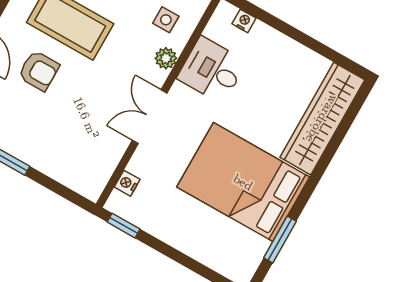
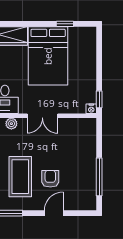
nightstand: (127, 183) -> (91, 109), moved
window: (280, 240) -> (65, 24), width x0.67

